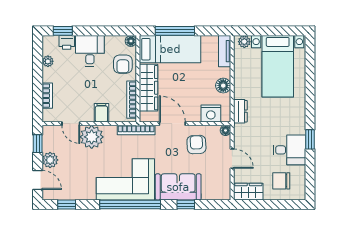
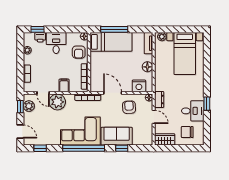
wardrobe: (149, 88) -> (96, 68), removed
dresser: (240, 111) -> (159, 99), moved
plant: (50, 160) -> (29, 106), moved

